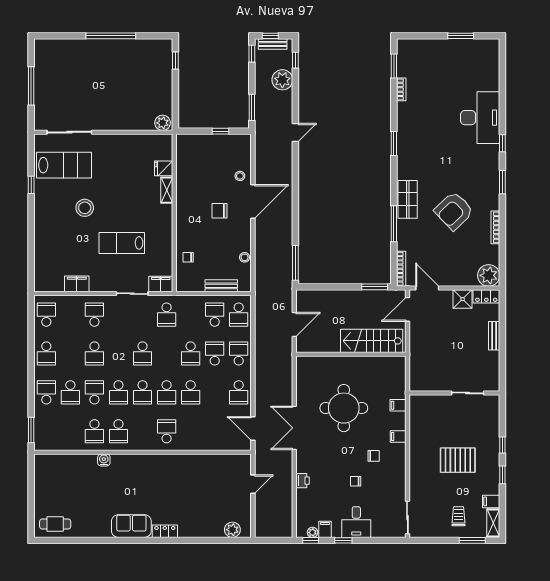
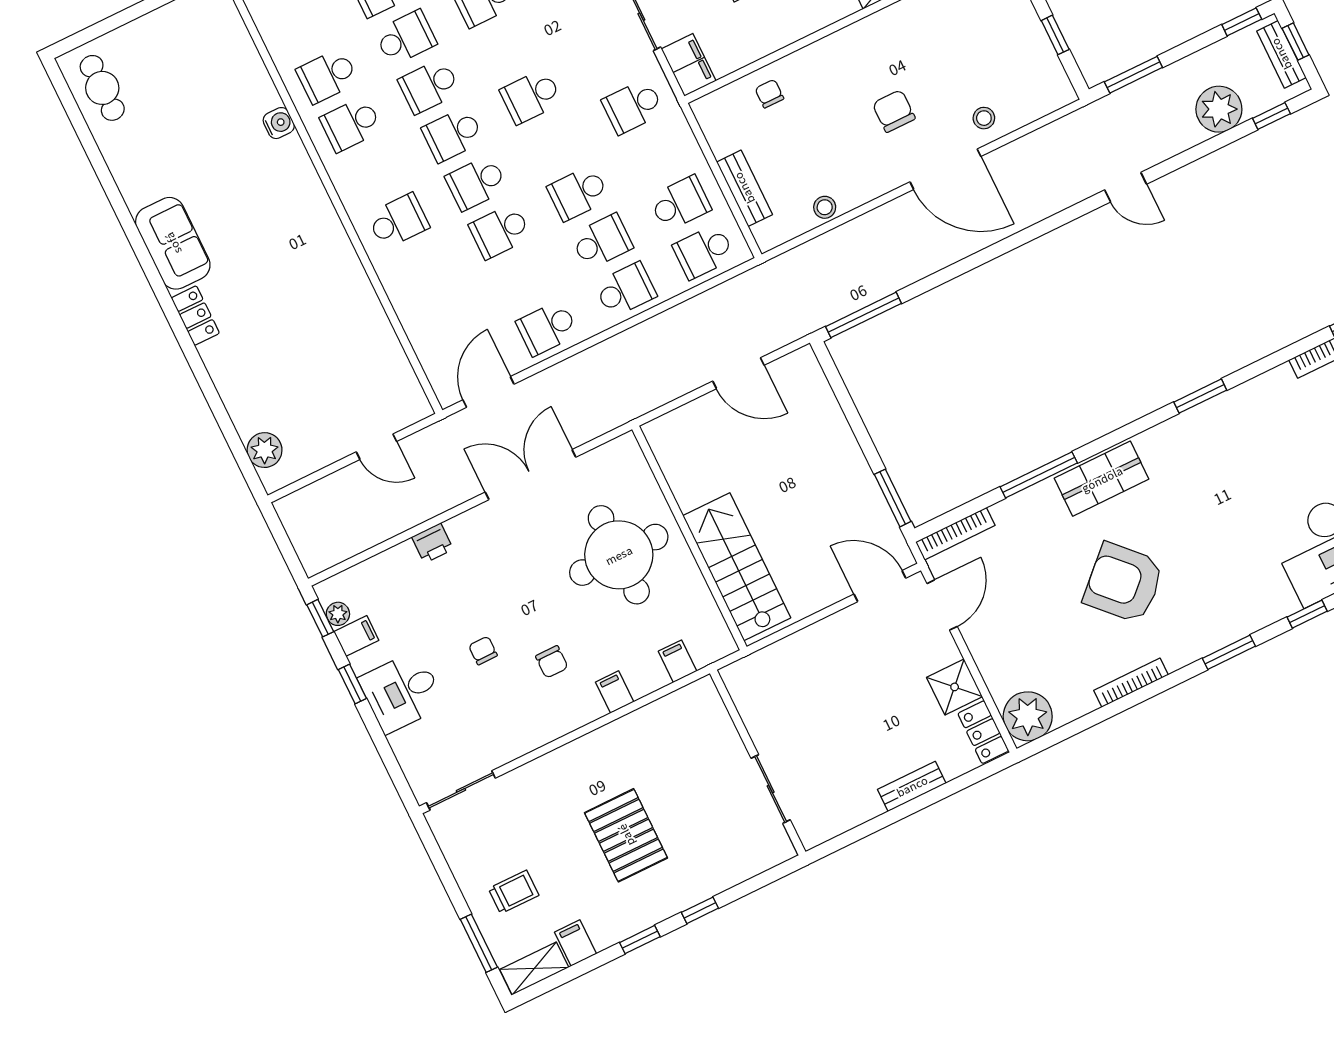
stairs: (372, 341) -> (737, 567), moved
wall: (351, 354) -> (689, 538), moved

